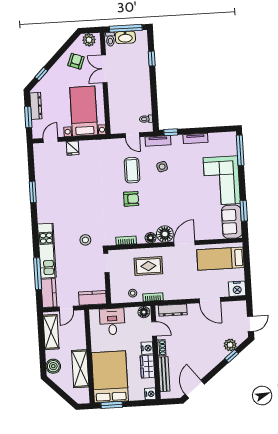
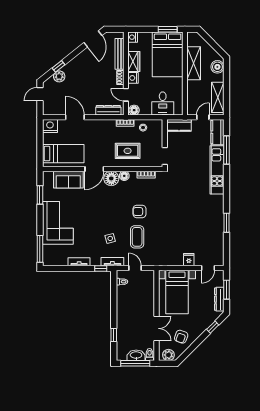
sofa: (232, 222) -> (68, 180), moved, turned 90
stool: (85, 240) -> (182, 177), removed

